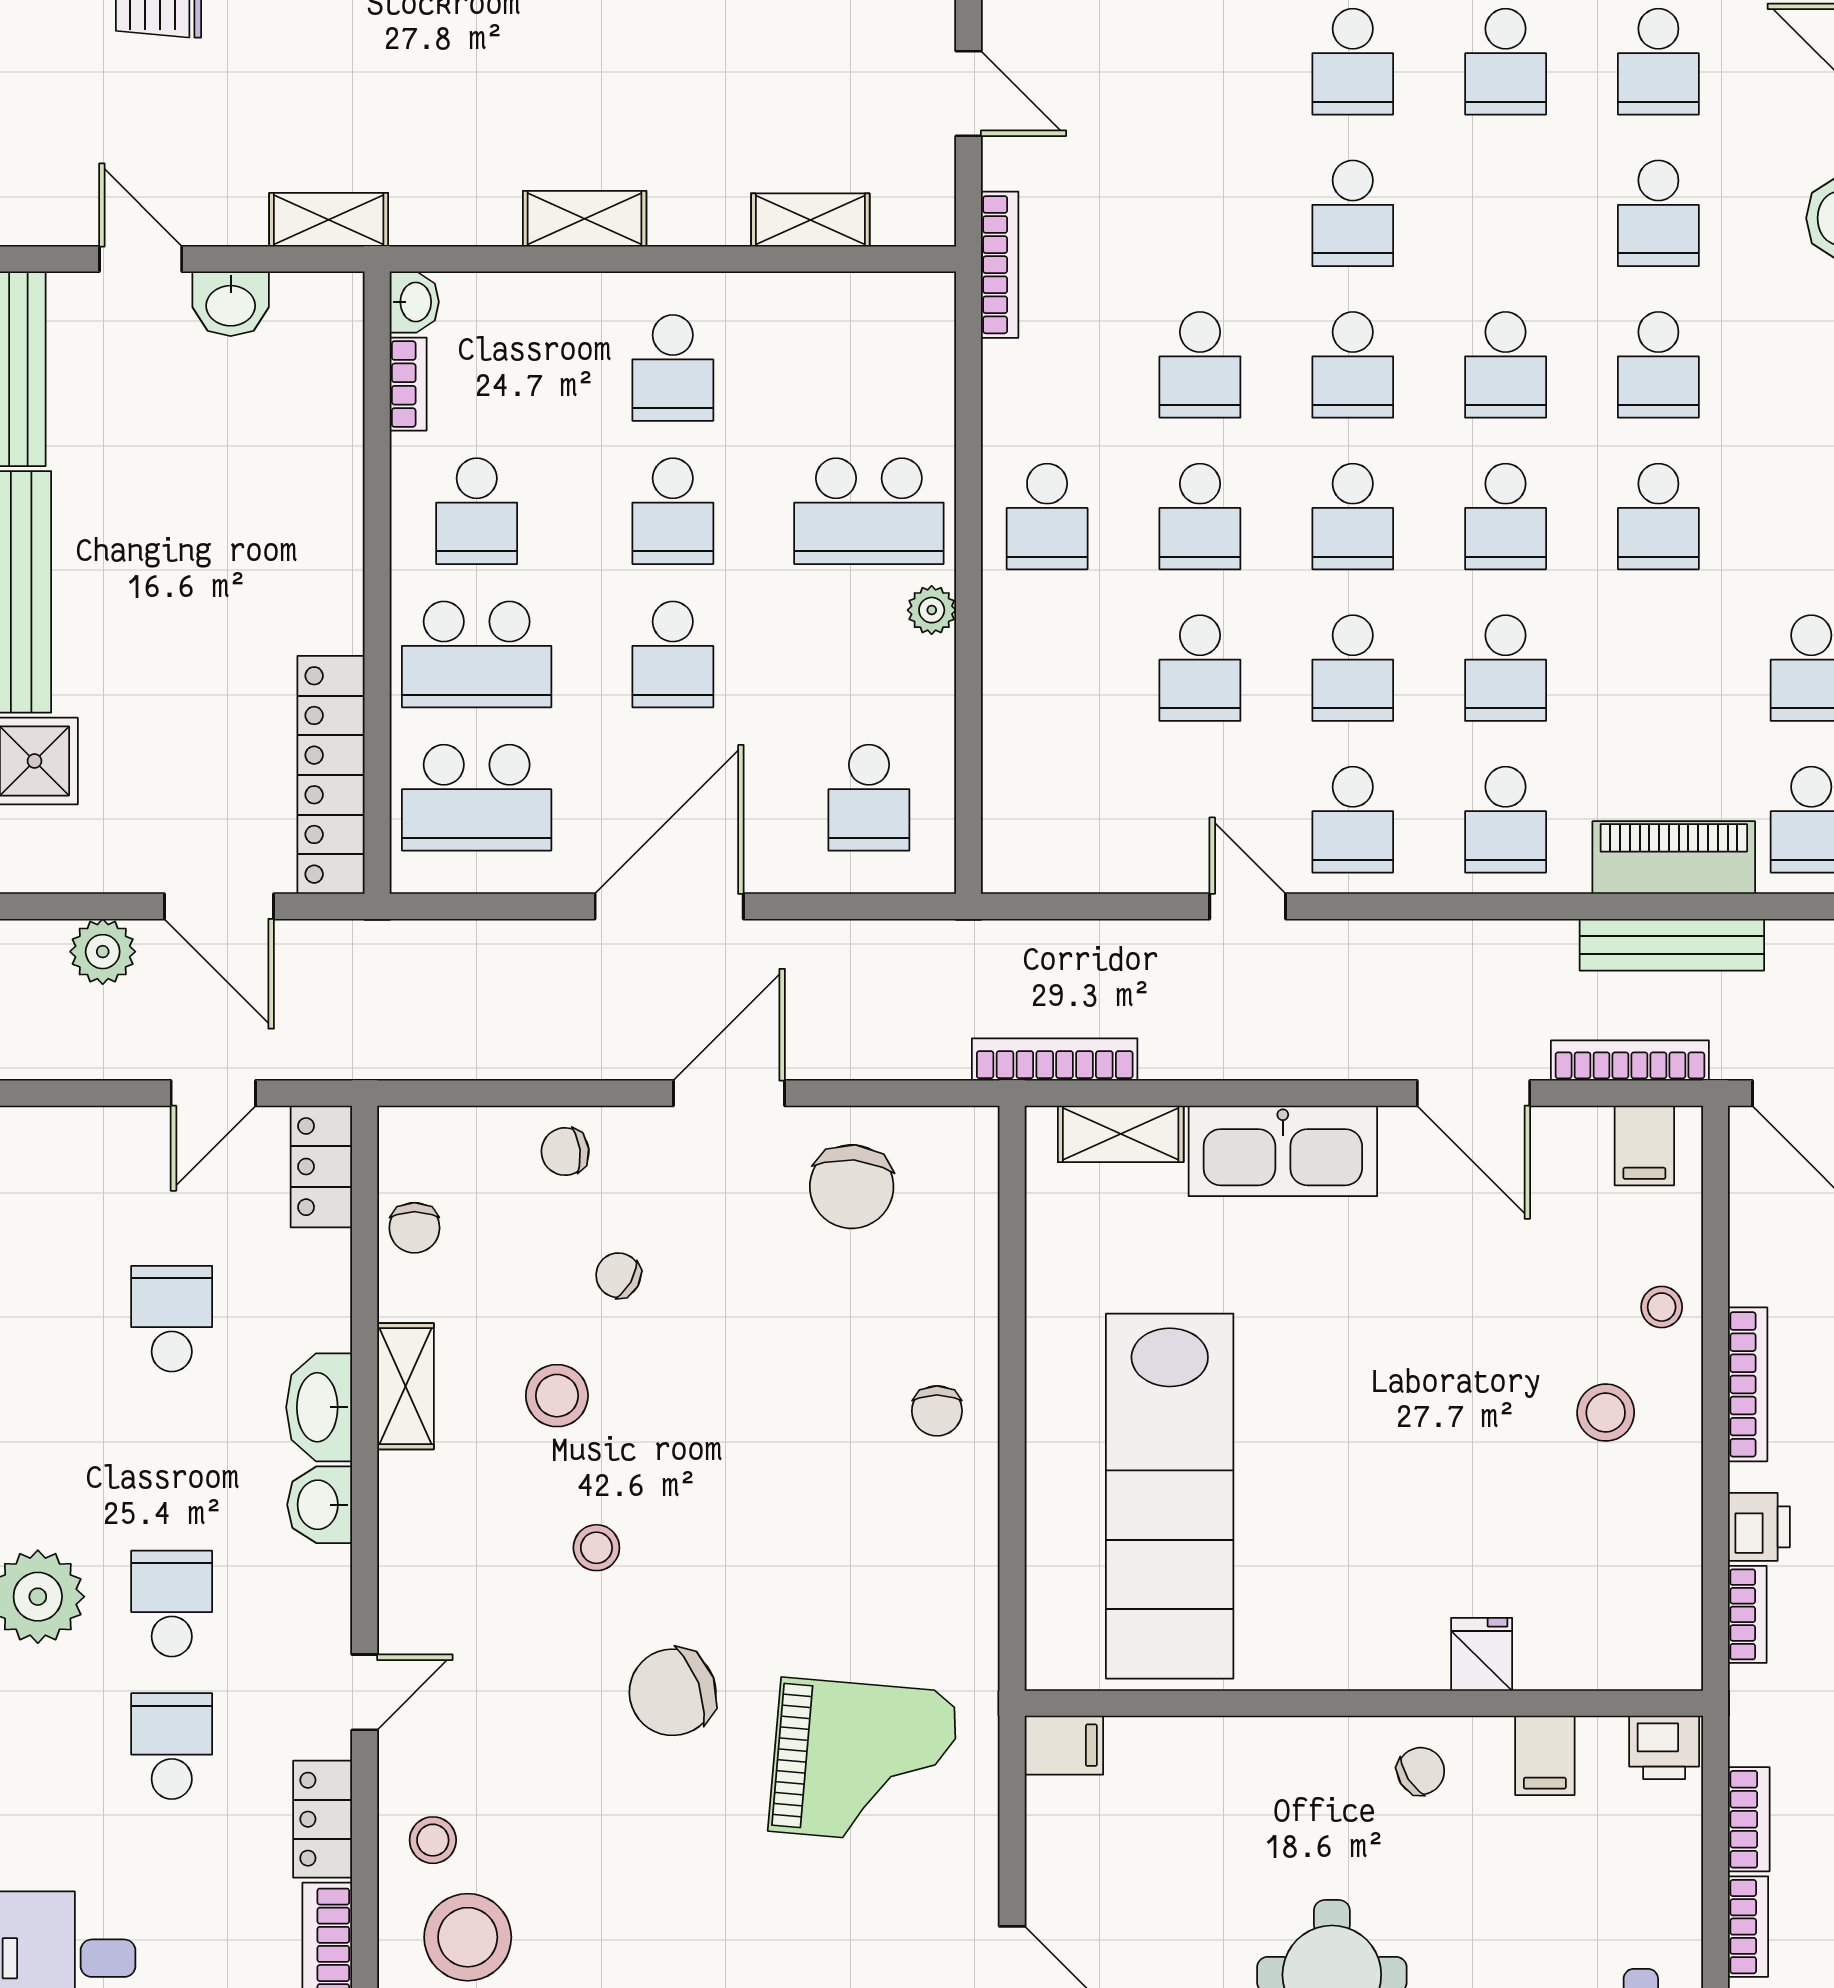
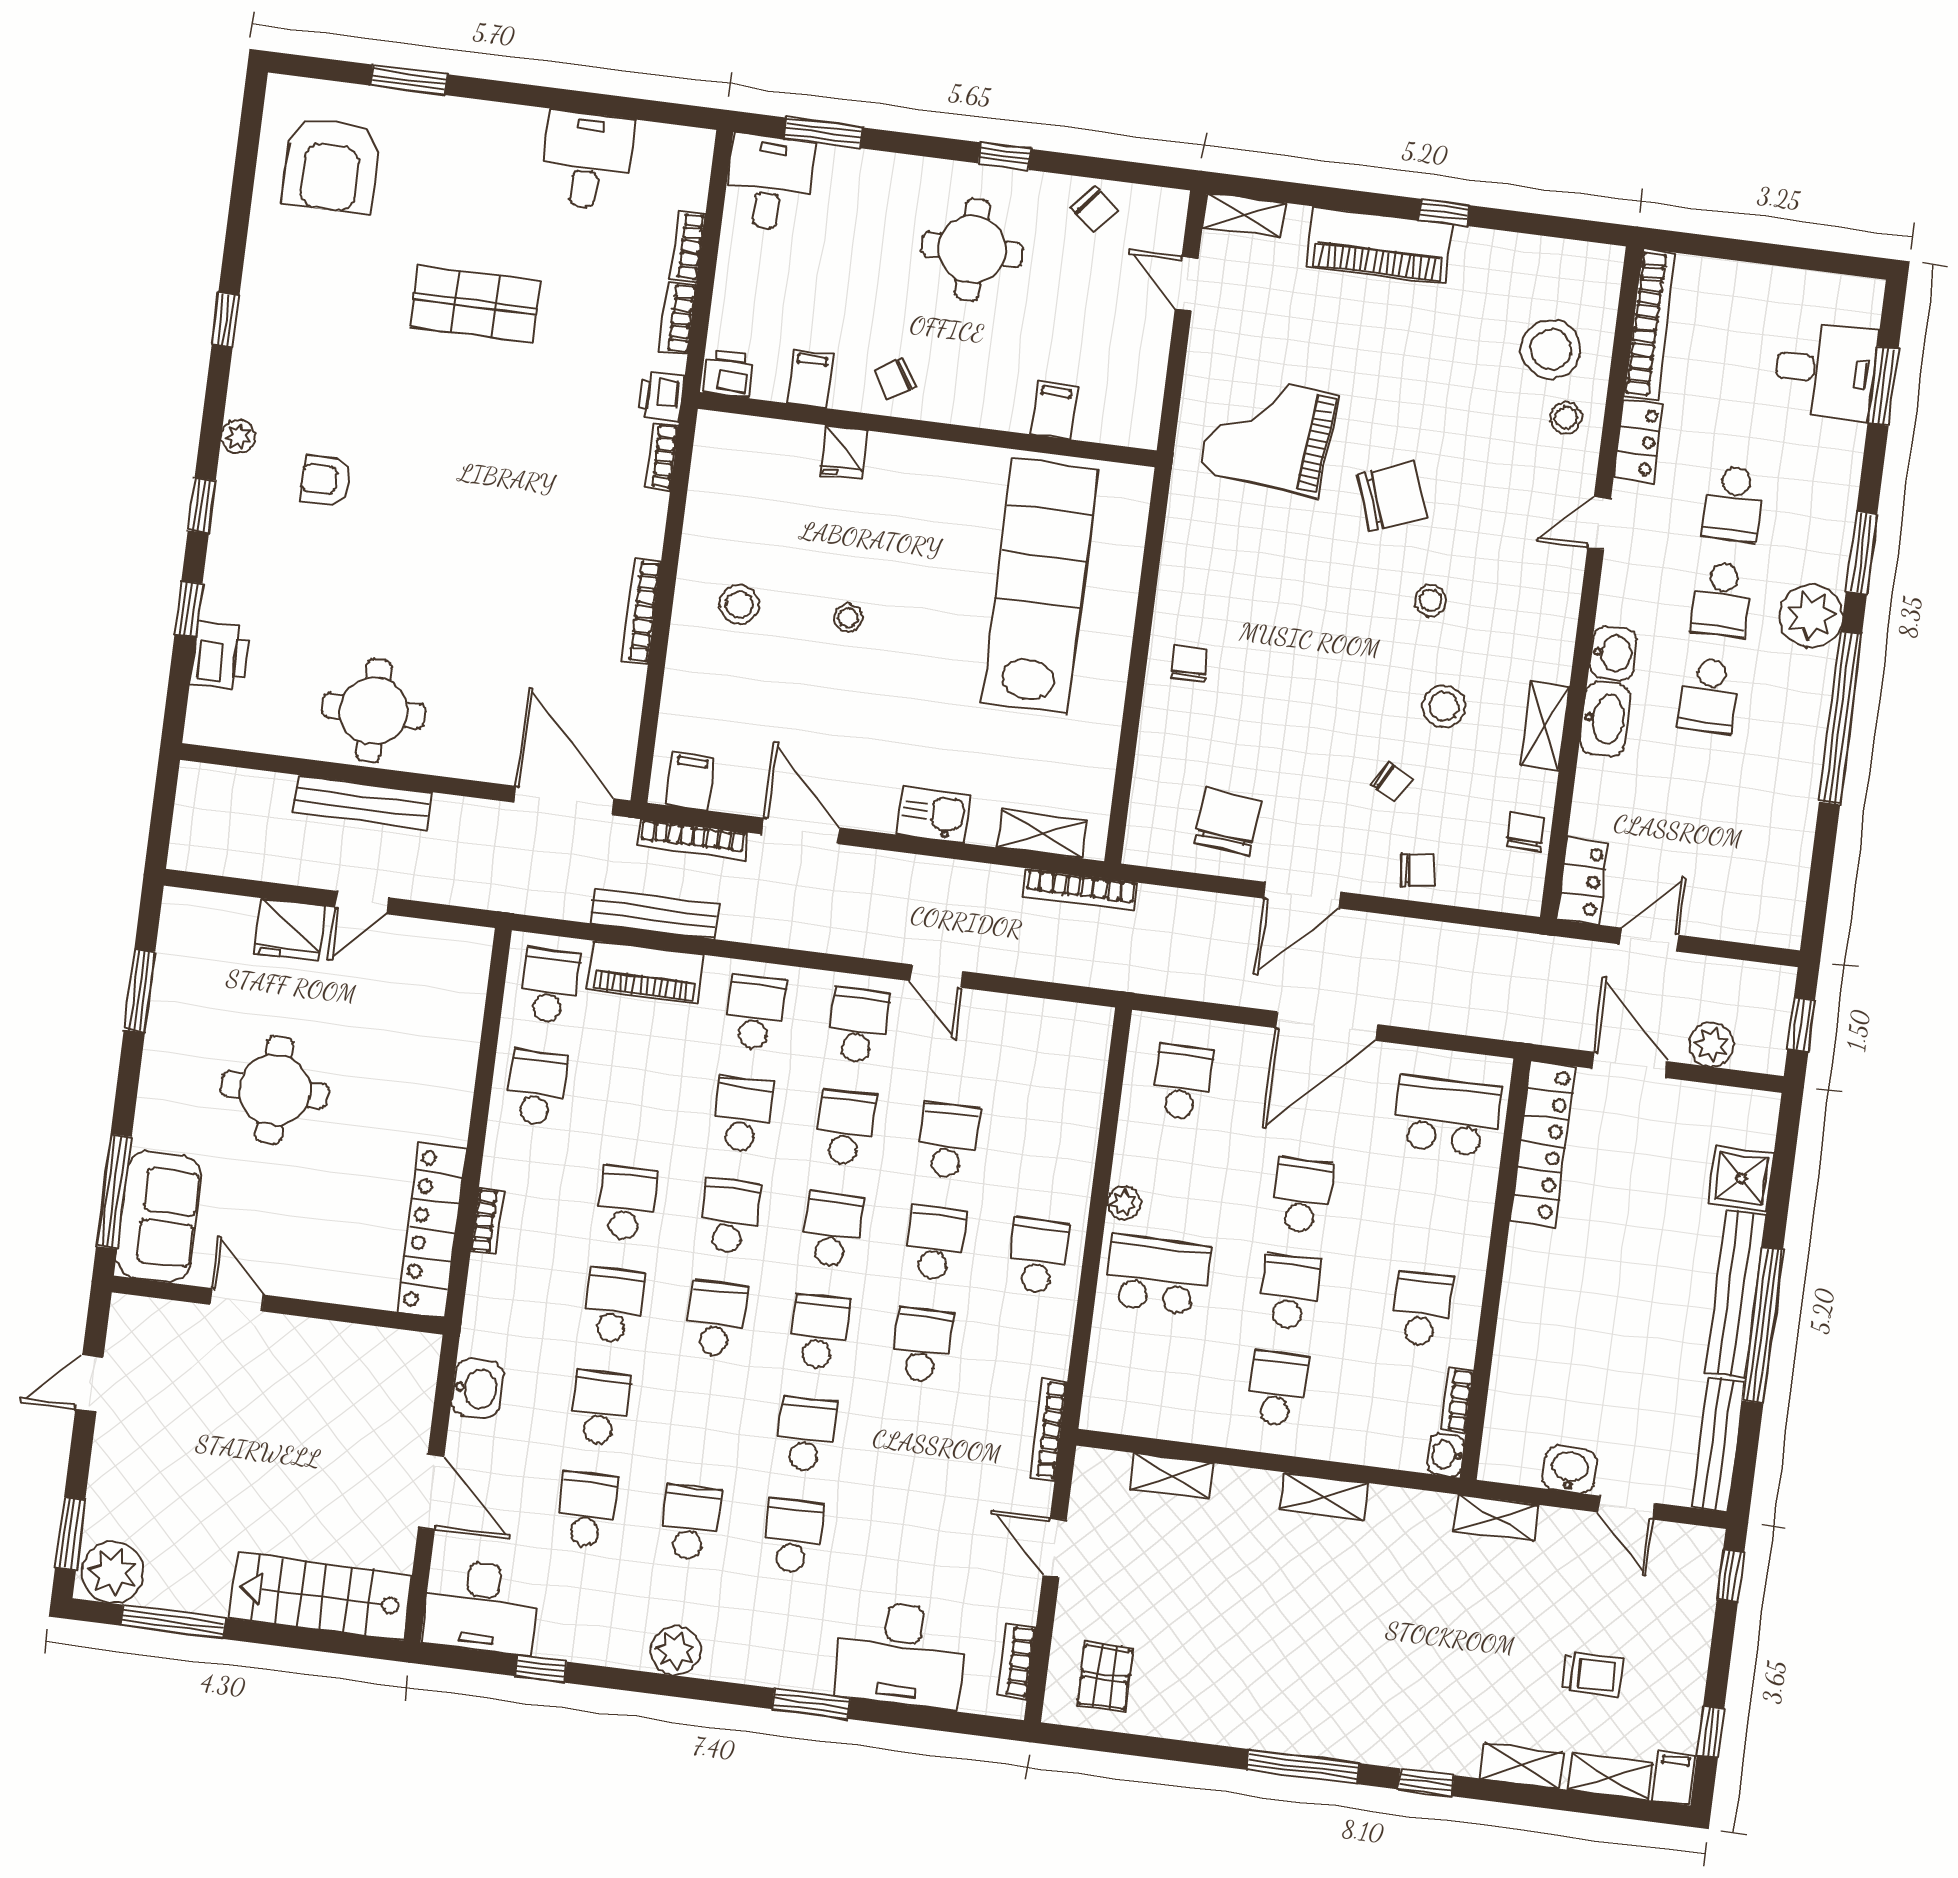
school desk: (477, 654) -> (1434, 1212), removed
kitchen sink: (1283, 1151) -> (933, 814), width x0.53, depth x0.81
stool: (1662, 1307) -> (848, 617), moved
school desk: (172, 1319) -> (1709, 695), moved
printer: (1759, 1527) -> (661, 396), moved
filing cabinet: (1064, 1745) -> (1054, 410), moved, turned 90

